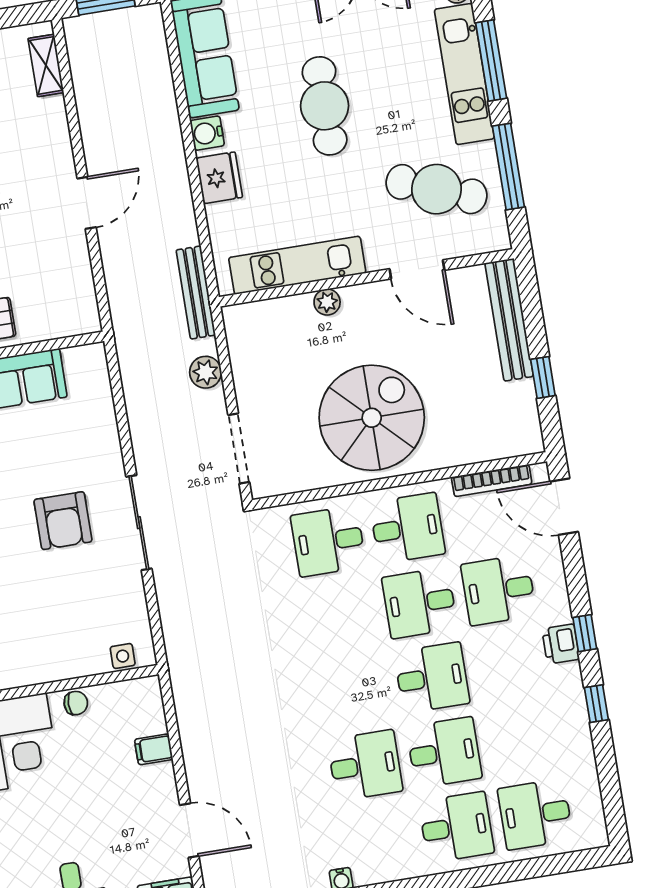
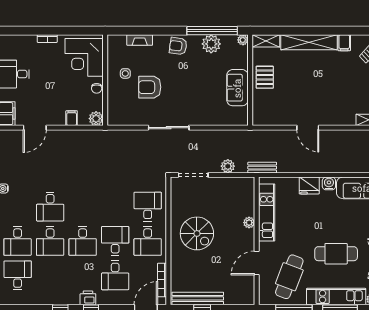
cafe table: (325, 106) -> (336, 254), moved
bench: (196, 293) -> (262, 168), width x0.73
bench: (509, 320) -> (198, 298), moved
spiral stairs: (372, 418) -> (197, 233), width x0.73, depth x0.73
armchair: (63, 521) -> (150, 87), moved
desk: (499, 590) -> (115, 275), turned 180
side table: (123, 656) -> (125, 73), moved
plant: (145, 693) -> (96, 119), added

